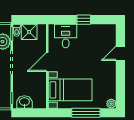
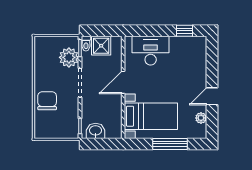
window: (84, 20) -> (185, 31), moved
desk: (66, 36) -> (151, 51), width x1.37
door: (120, 53) -> (212, 96), moved
plant: (111, 104) -> (201, 118), moved

